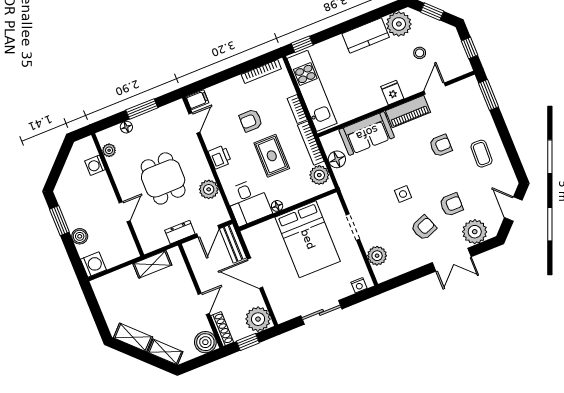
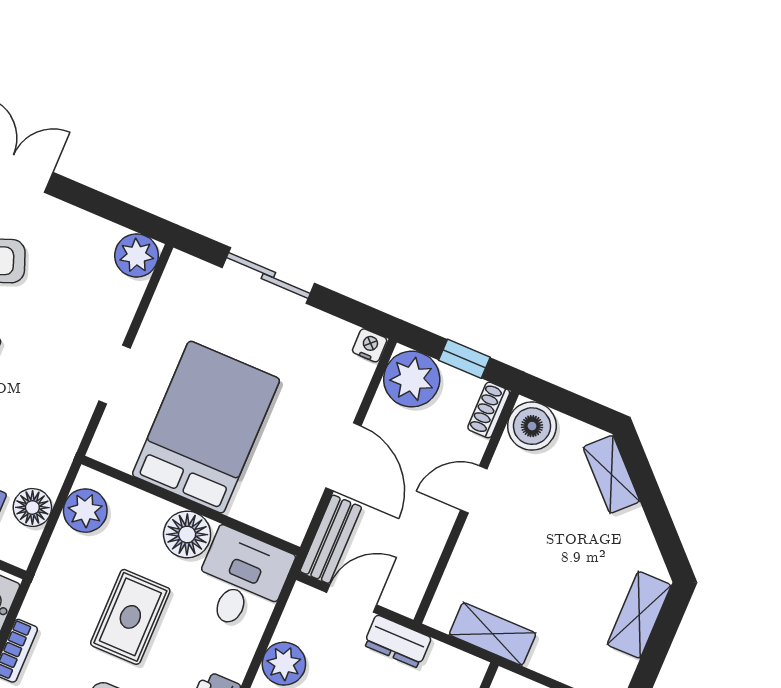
bookcase: (311, 143) -> (48, 575), removed
floor lamp: (277, 206) -> (187, 534), width x1.89, depth x1.89
plant: (377, 256) -> (137, 255), moved
nightstand: (359, 285) -> (370, 345), moved
sliding door: (321, 312) -> (268, 276), moved
shoe rack: (222, 329) -> (489, 410), width x0.70
shelving: (133, 337) -> (639, 615), moved, turned 45

